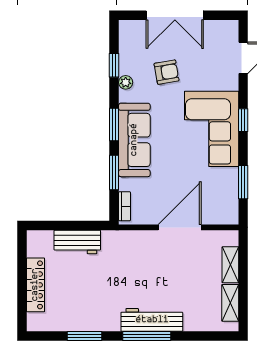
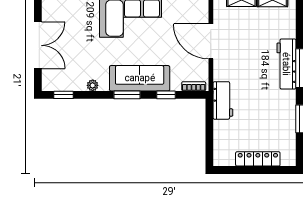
window: (114, 65) -> (64, 95), moved
armchair: (167, 72) -> (84, 52), removed
window: (114, 172) -> (166, 95), width x0.67
workbench: (77, 242) -> (223, 100), moved

